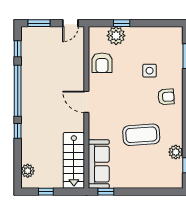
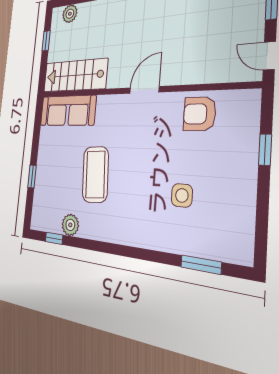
plant: (116, 36) -> (243, 139), removed
armchair: (166, 97) -> (141, 219), removed
window: (106, 192) -> (32, 176), moved

